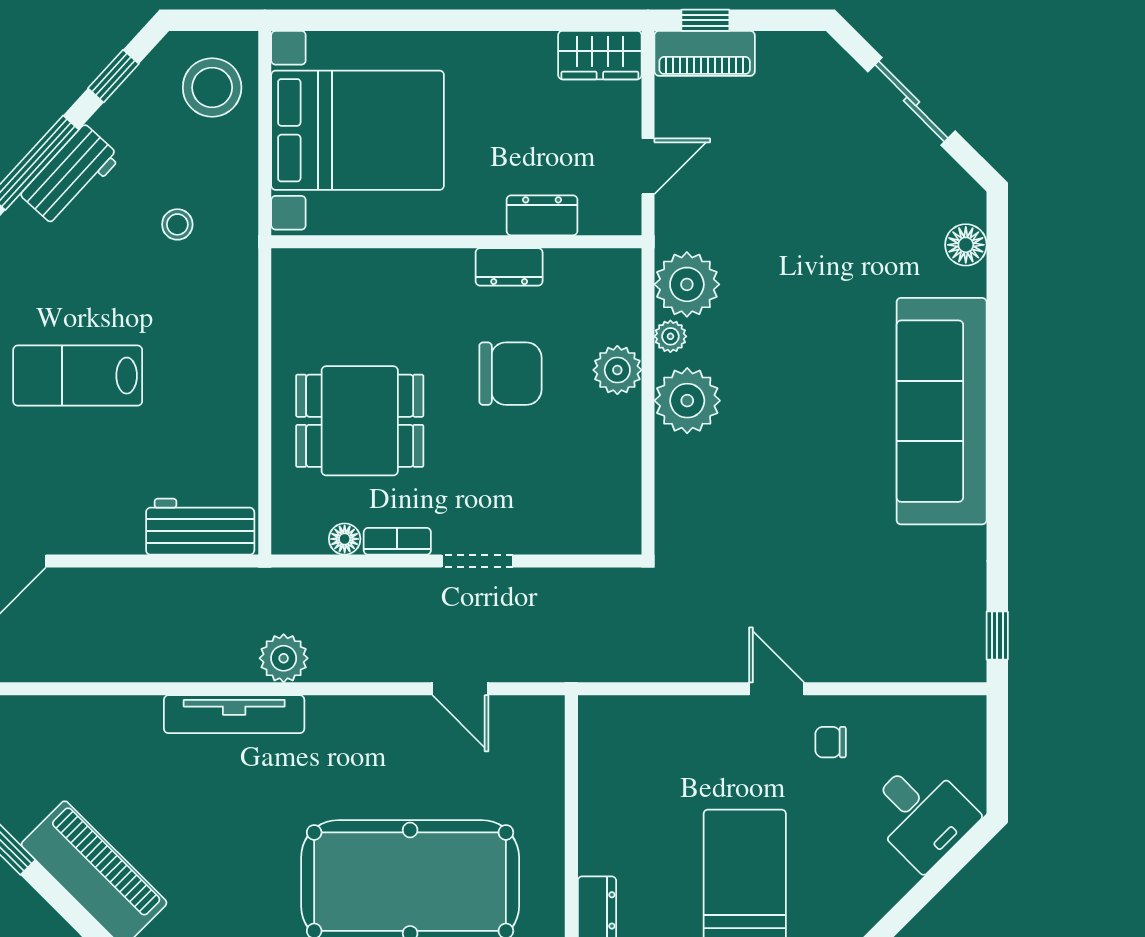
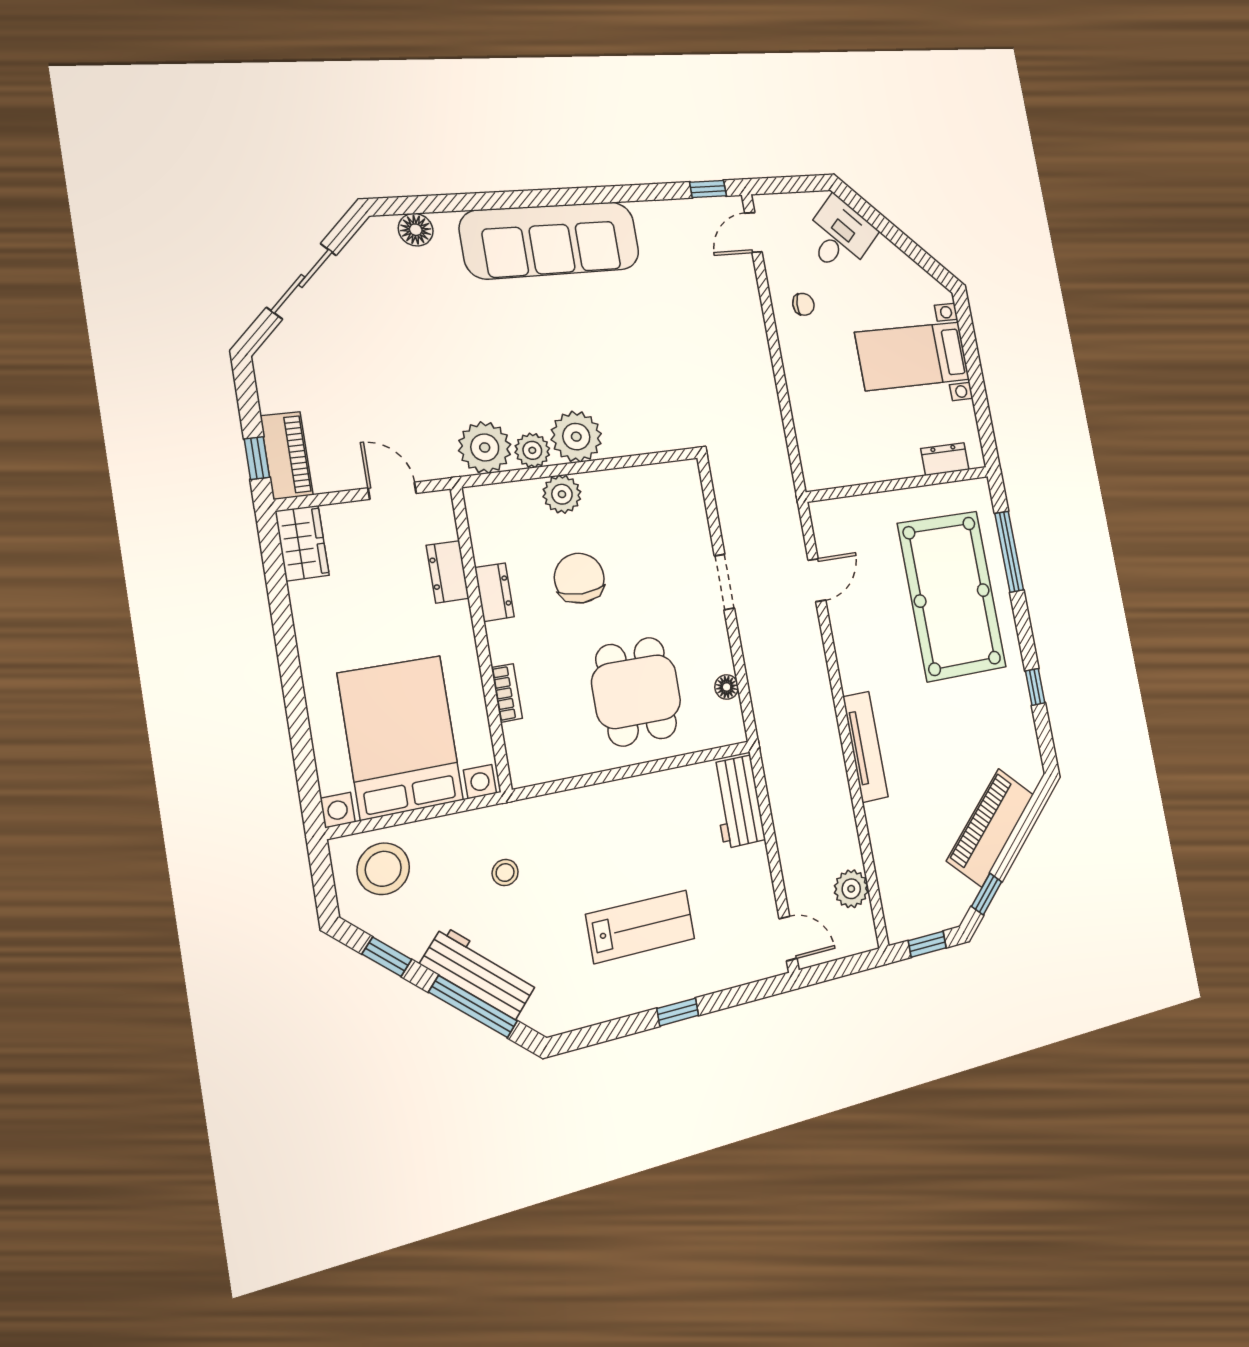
workbench: (71, 176) -> (479, 973), width x1.38
plant: (670, 336) -> (532, 450), width x1.38, depth x1.38
lab bench: (78, 376) -> (641, 927), turned -90
bookcase: (397, 541) -> (507, 693), moved, turned 180
plant: (284, 658) -> (851, 889), moved
door: (777, 689) -> (753, 233), moved
chair: (831, 742) -> (803, 304), turned -86

